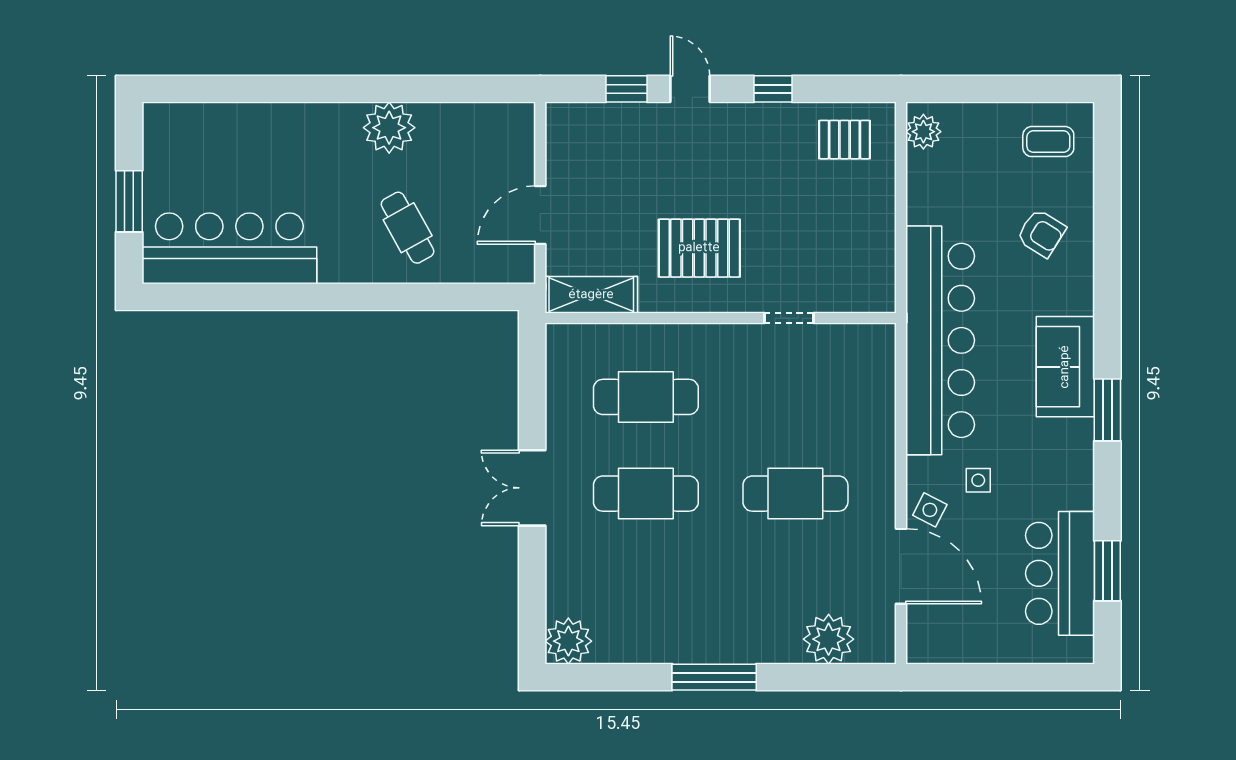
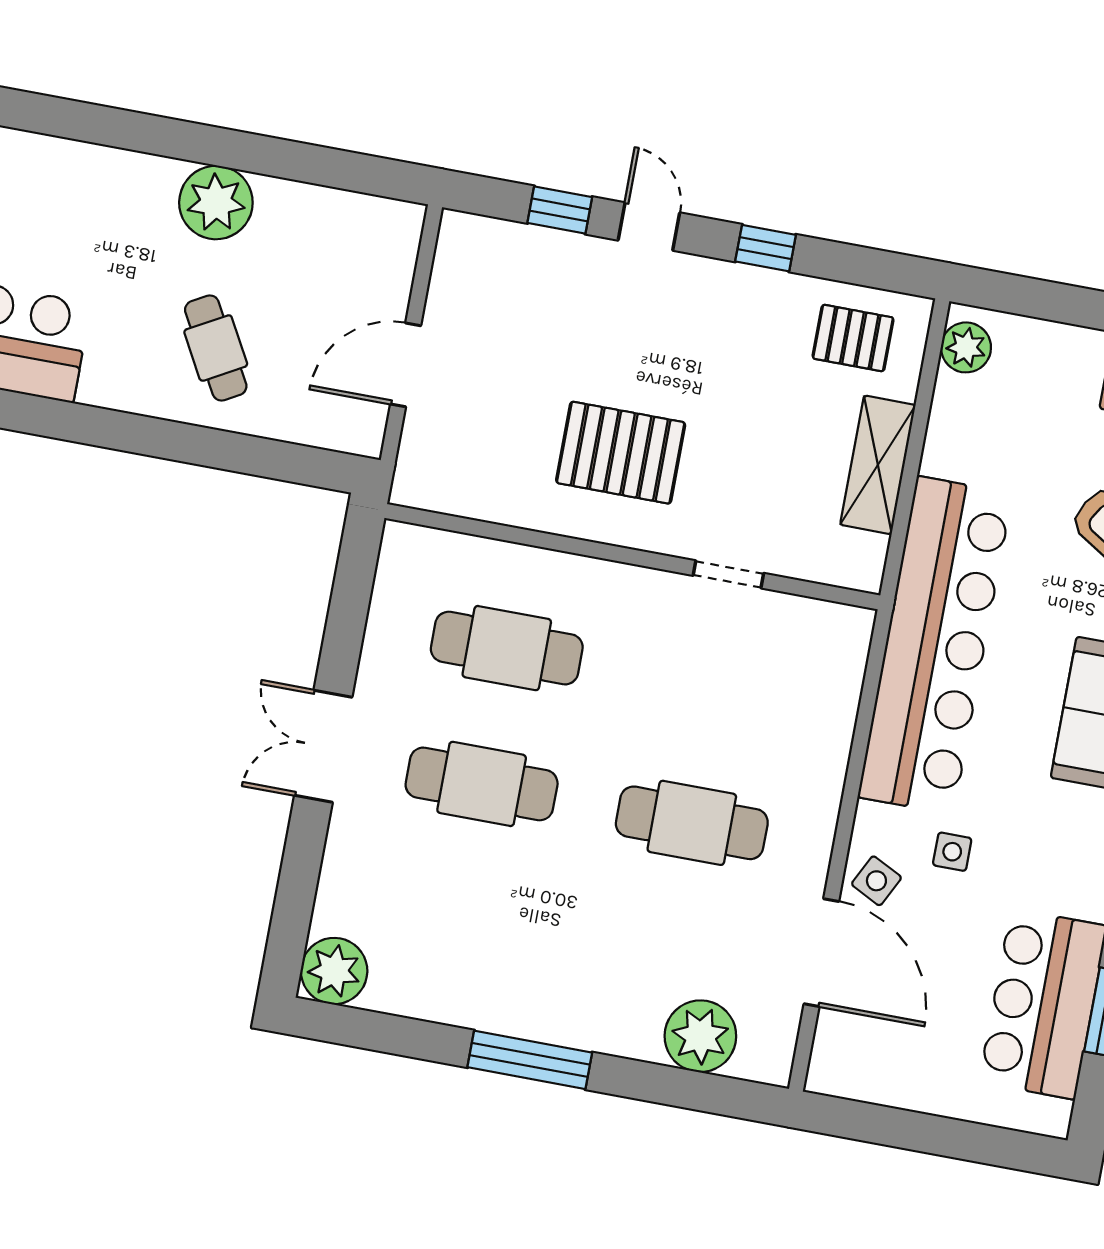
shelving: (591, 295) -> (878, 465), moved, turned 90

